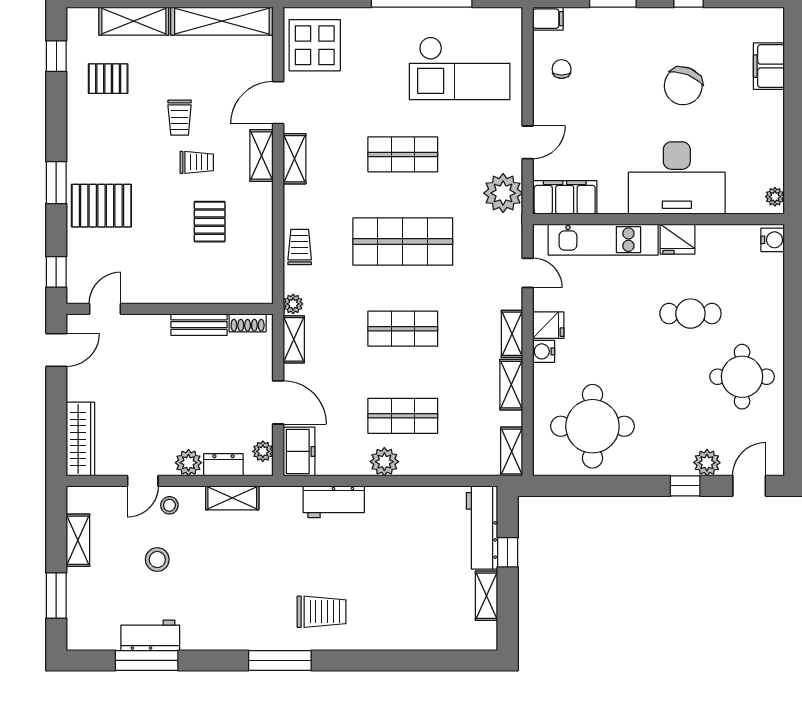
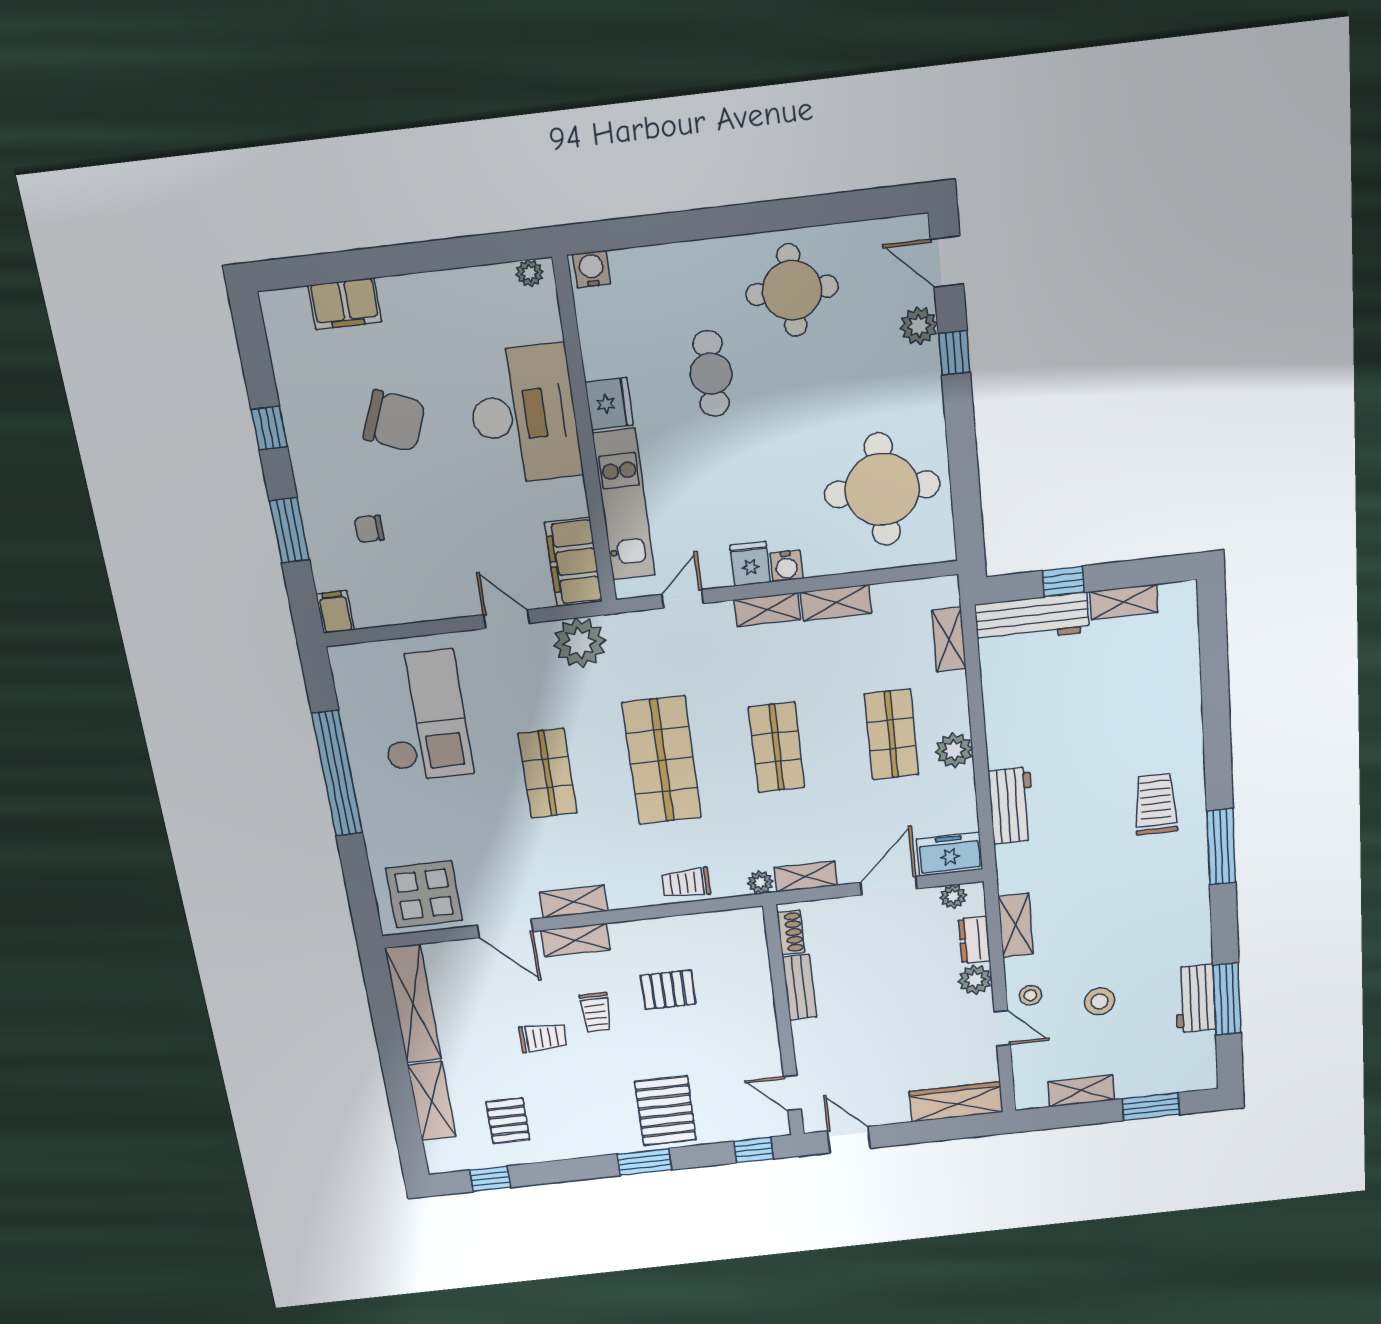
chair: (562, 69) -> (369, 529), moved
trolley: (197, 162) -> (596, 1012), turned 180
shelving: (512, 452) -> (949, 639), moved, turned 90

